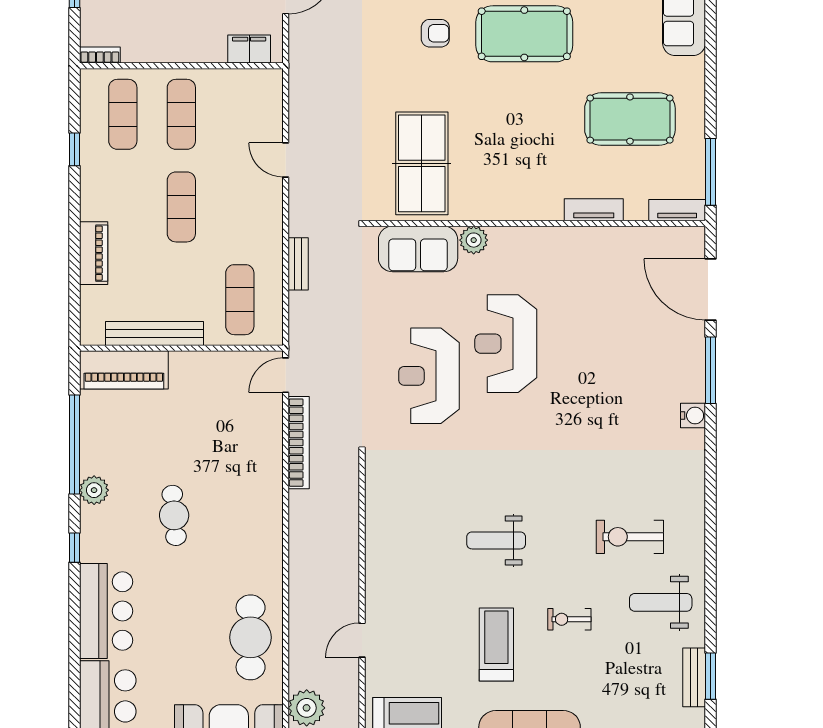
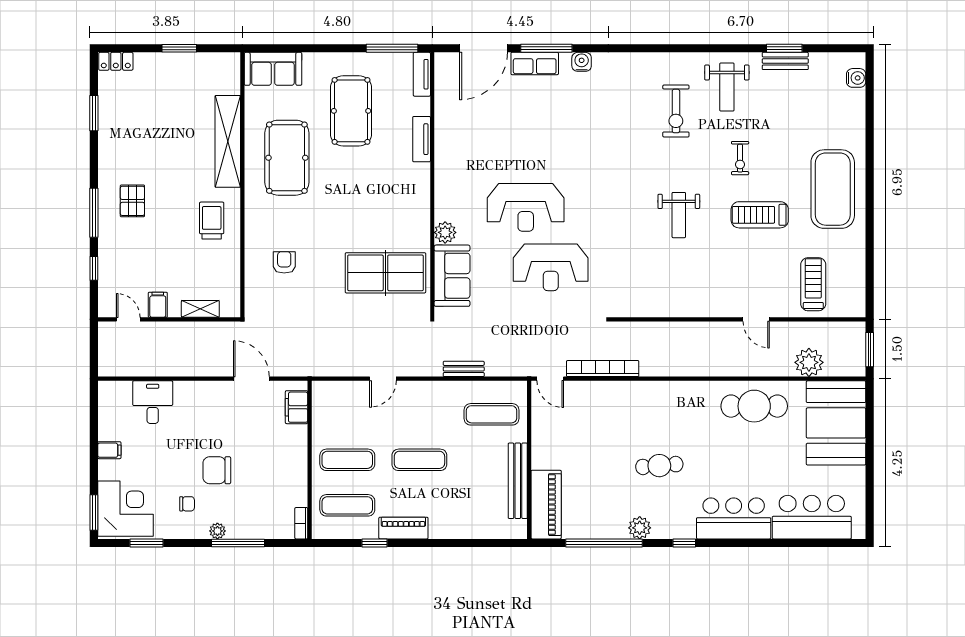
pool table: (524, 34) -> (287, 158), moved
piano: (94, 253) -> (403, 528), moved
row of seats: (691, 355) -> (535, 64), added

